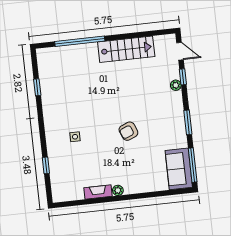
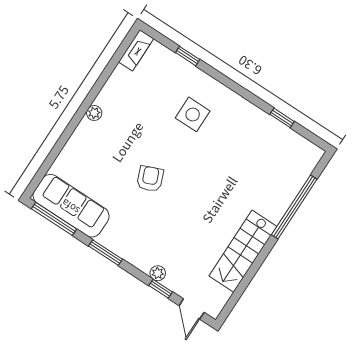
door: (180, 51) -> (192, 309), hinge flipped
side table: (75, 137) -> (193, 114), width x1.87, depth x1.87
sofa: (179, 169) -> (71, 206), width x1.36
fireplace: (98, 192) -> (136, 50), moved

